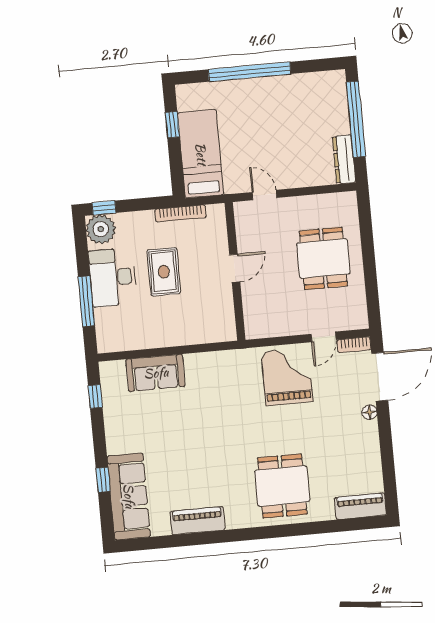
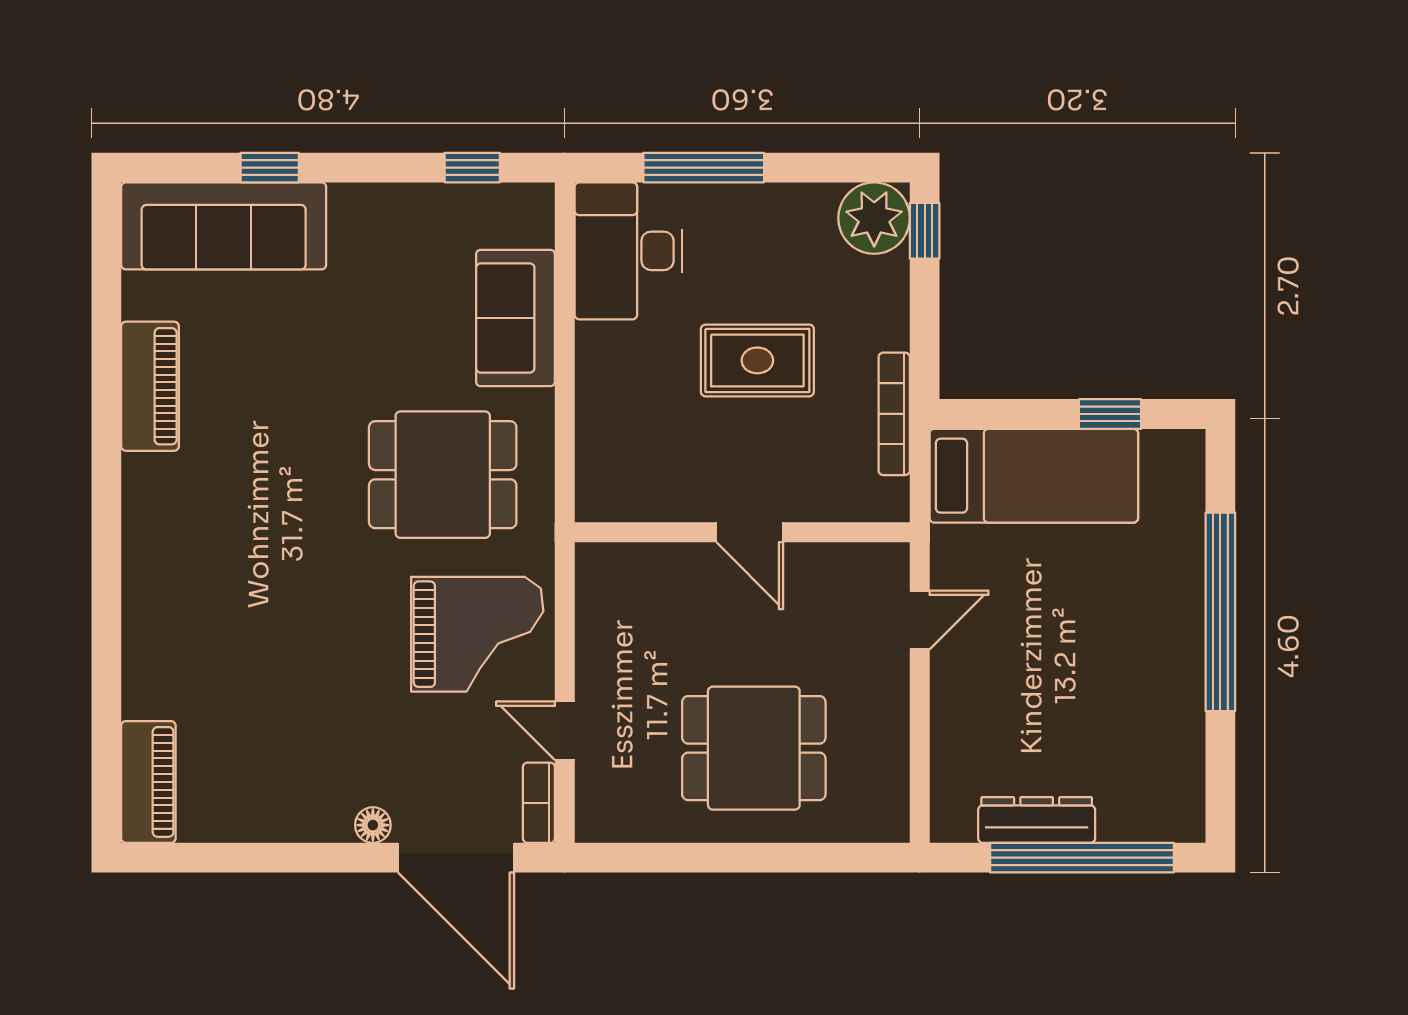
dresser: (344, 159) -> (1037, 820), moved
desk: (113, 277) -> (628, 251), moved, turned -90
dining table: (282, 486) -> (443, 475), moved

